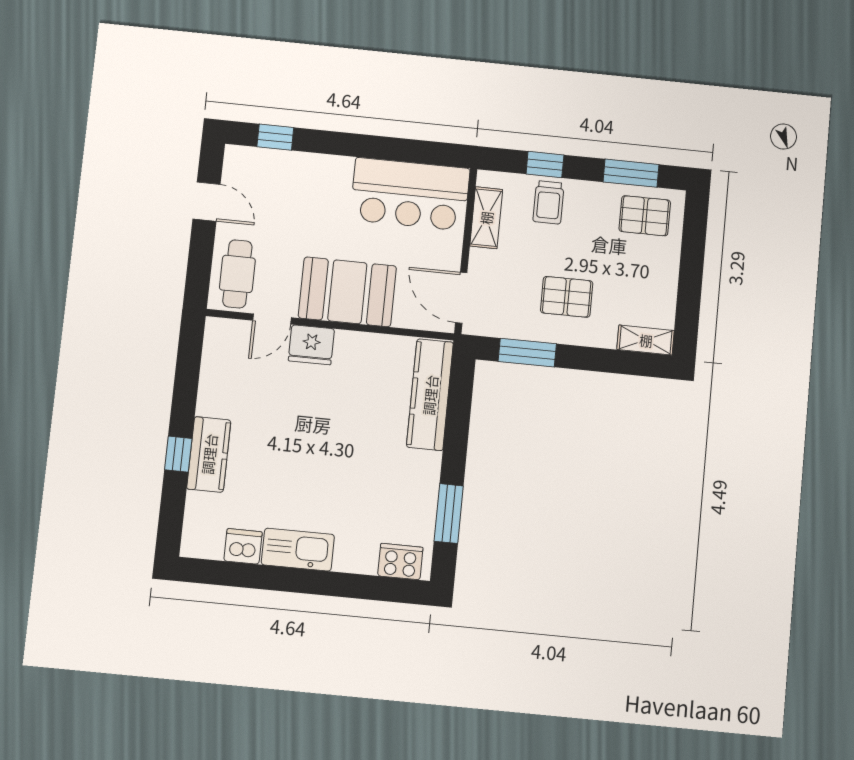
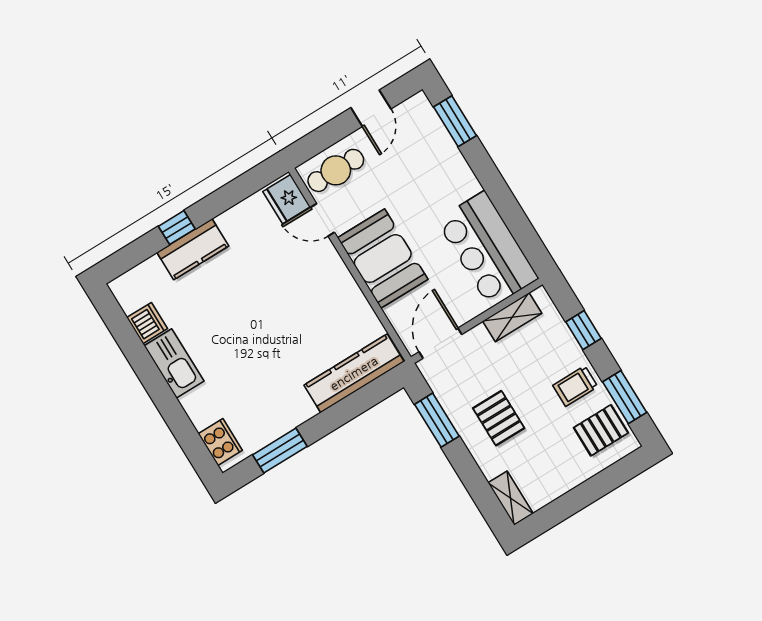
window: (275, 137) -> (455, 121), width x1.50
trolley: (548, 202) -> (575, 386), moved
pallet: (645, 216) -> (601, 430), turned 90
fridge: (311, 345) -> (287, 199), moved

